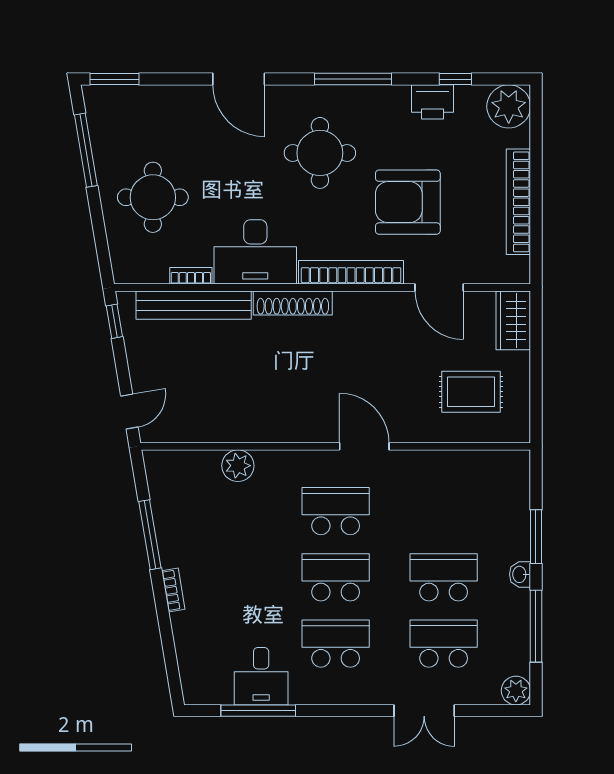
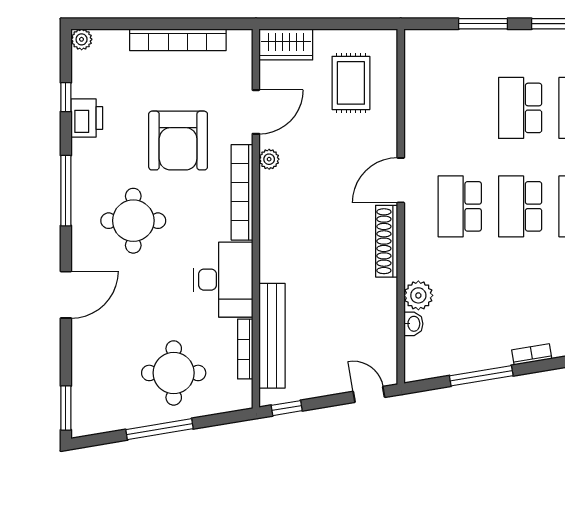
plant: (509, 106) -> (82, 39), width x0.53, depth x0.53
window: (86, 150) -> (160, 429), moved
bookcase: (191, 276) -> (245, 349), width x1.56
plant: (387, 302) -> (269, 159), added
shoe rack: (293, 303) -> (387, 241), moved, turned 180
washbasin: (520, 574) -> (413, 324), moved, turned -90

